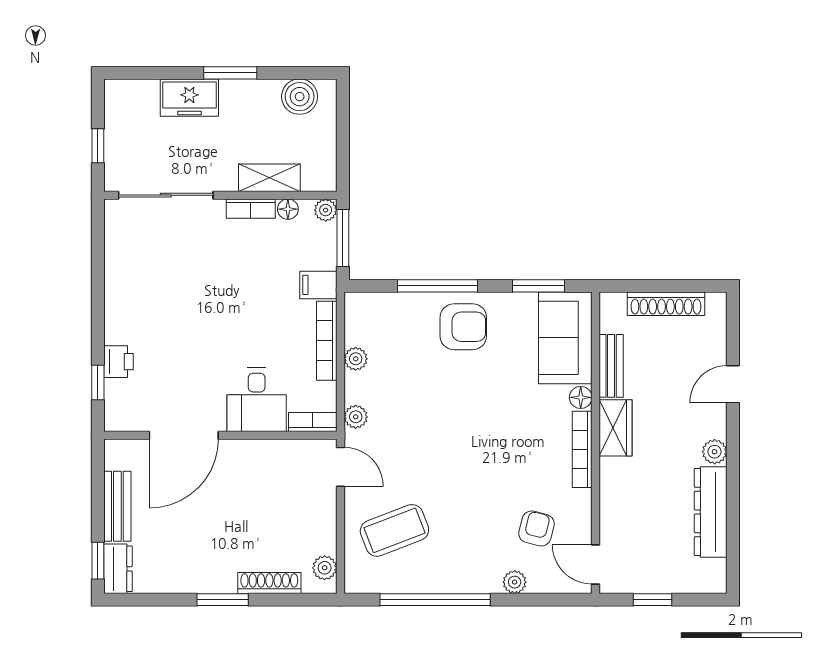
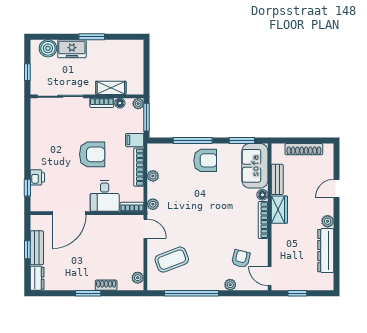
boiler: (300, 97) -> (48, 48), moved
armchair: (231, 314) -> (92, 154), added
window: (98, 561) -> (27, 250), moved
shoe rack: (269, 583) -> (106, 285), width x0.70

